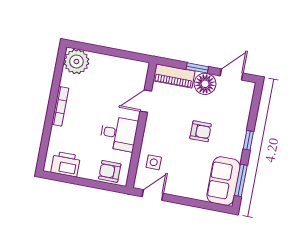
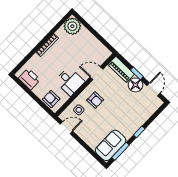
door: (232, 74) -> (154, 89), hinge flipped
armchair: (201, 131) -> (95, 100), moved

